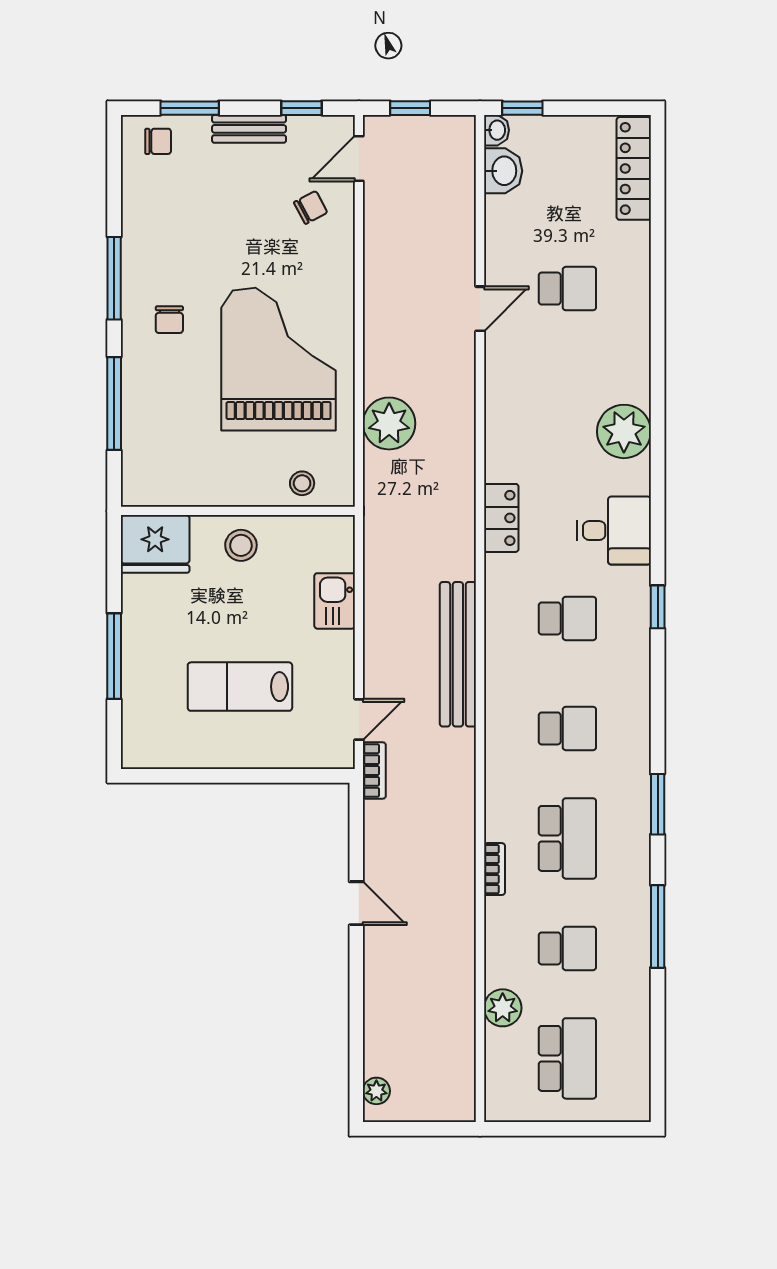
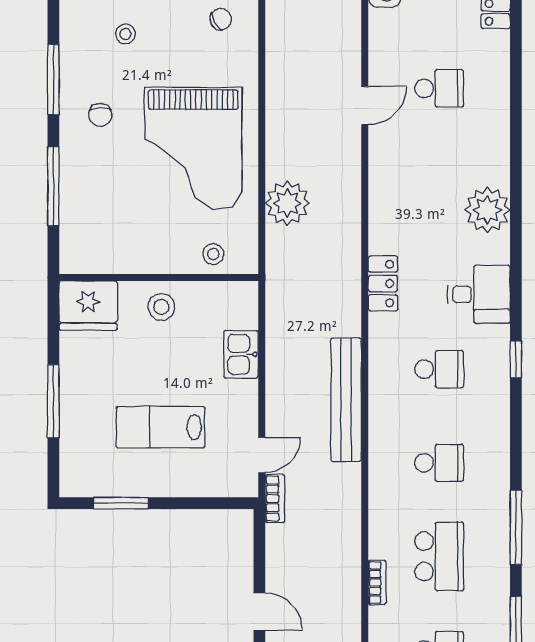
stool: (199, 225) -> (125, 34), added
grand piano: (279, 359) -> (193, 148), turned 180
window: (194, 776) -> (121, 503), added
window: (658, 804) -> (516, 527), width x1.44

